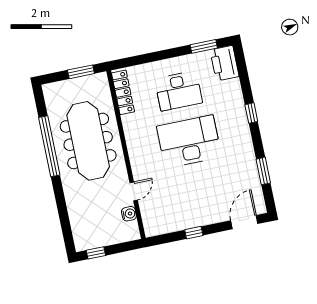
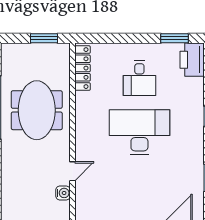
desk: (179, 91) -> (139, 78), width x0.73
meeting table: (88, 141) -> (37, 110), width x0.73

